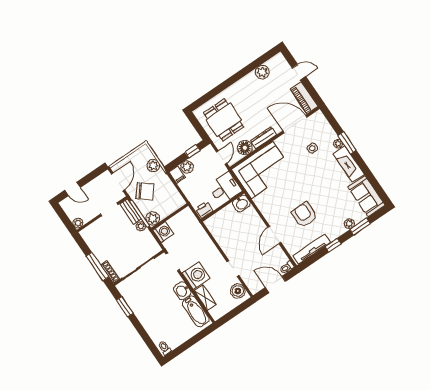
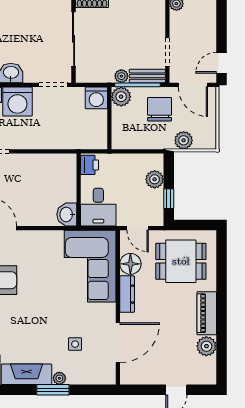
piano: (304, 98) -> (207, 313), moved, turned -90
filing cabinet: (177, 175) -> (153, 161), removed
door: (73, 189) -> (222, 63), moved
chair: (145, 191) -> (160, 109), turned 141

